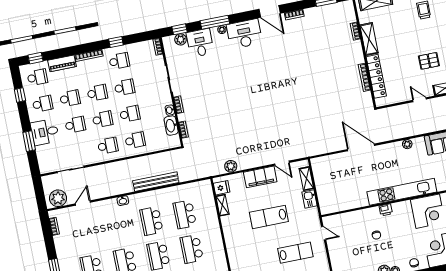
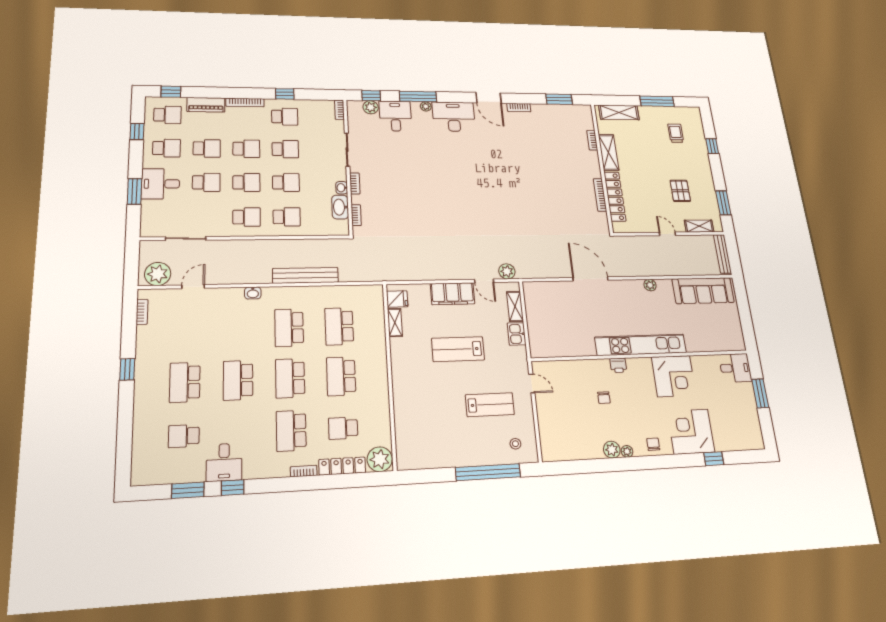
pallet: (429, 61) -> (680, 191), turned 90
plant: (231, 166) -> (507, 271), moved

